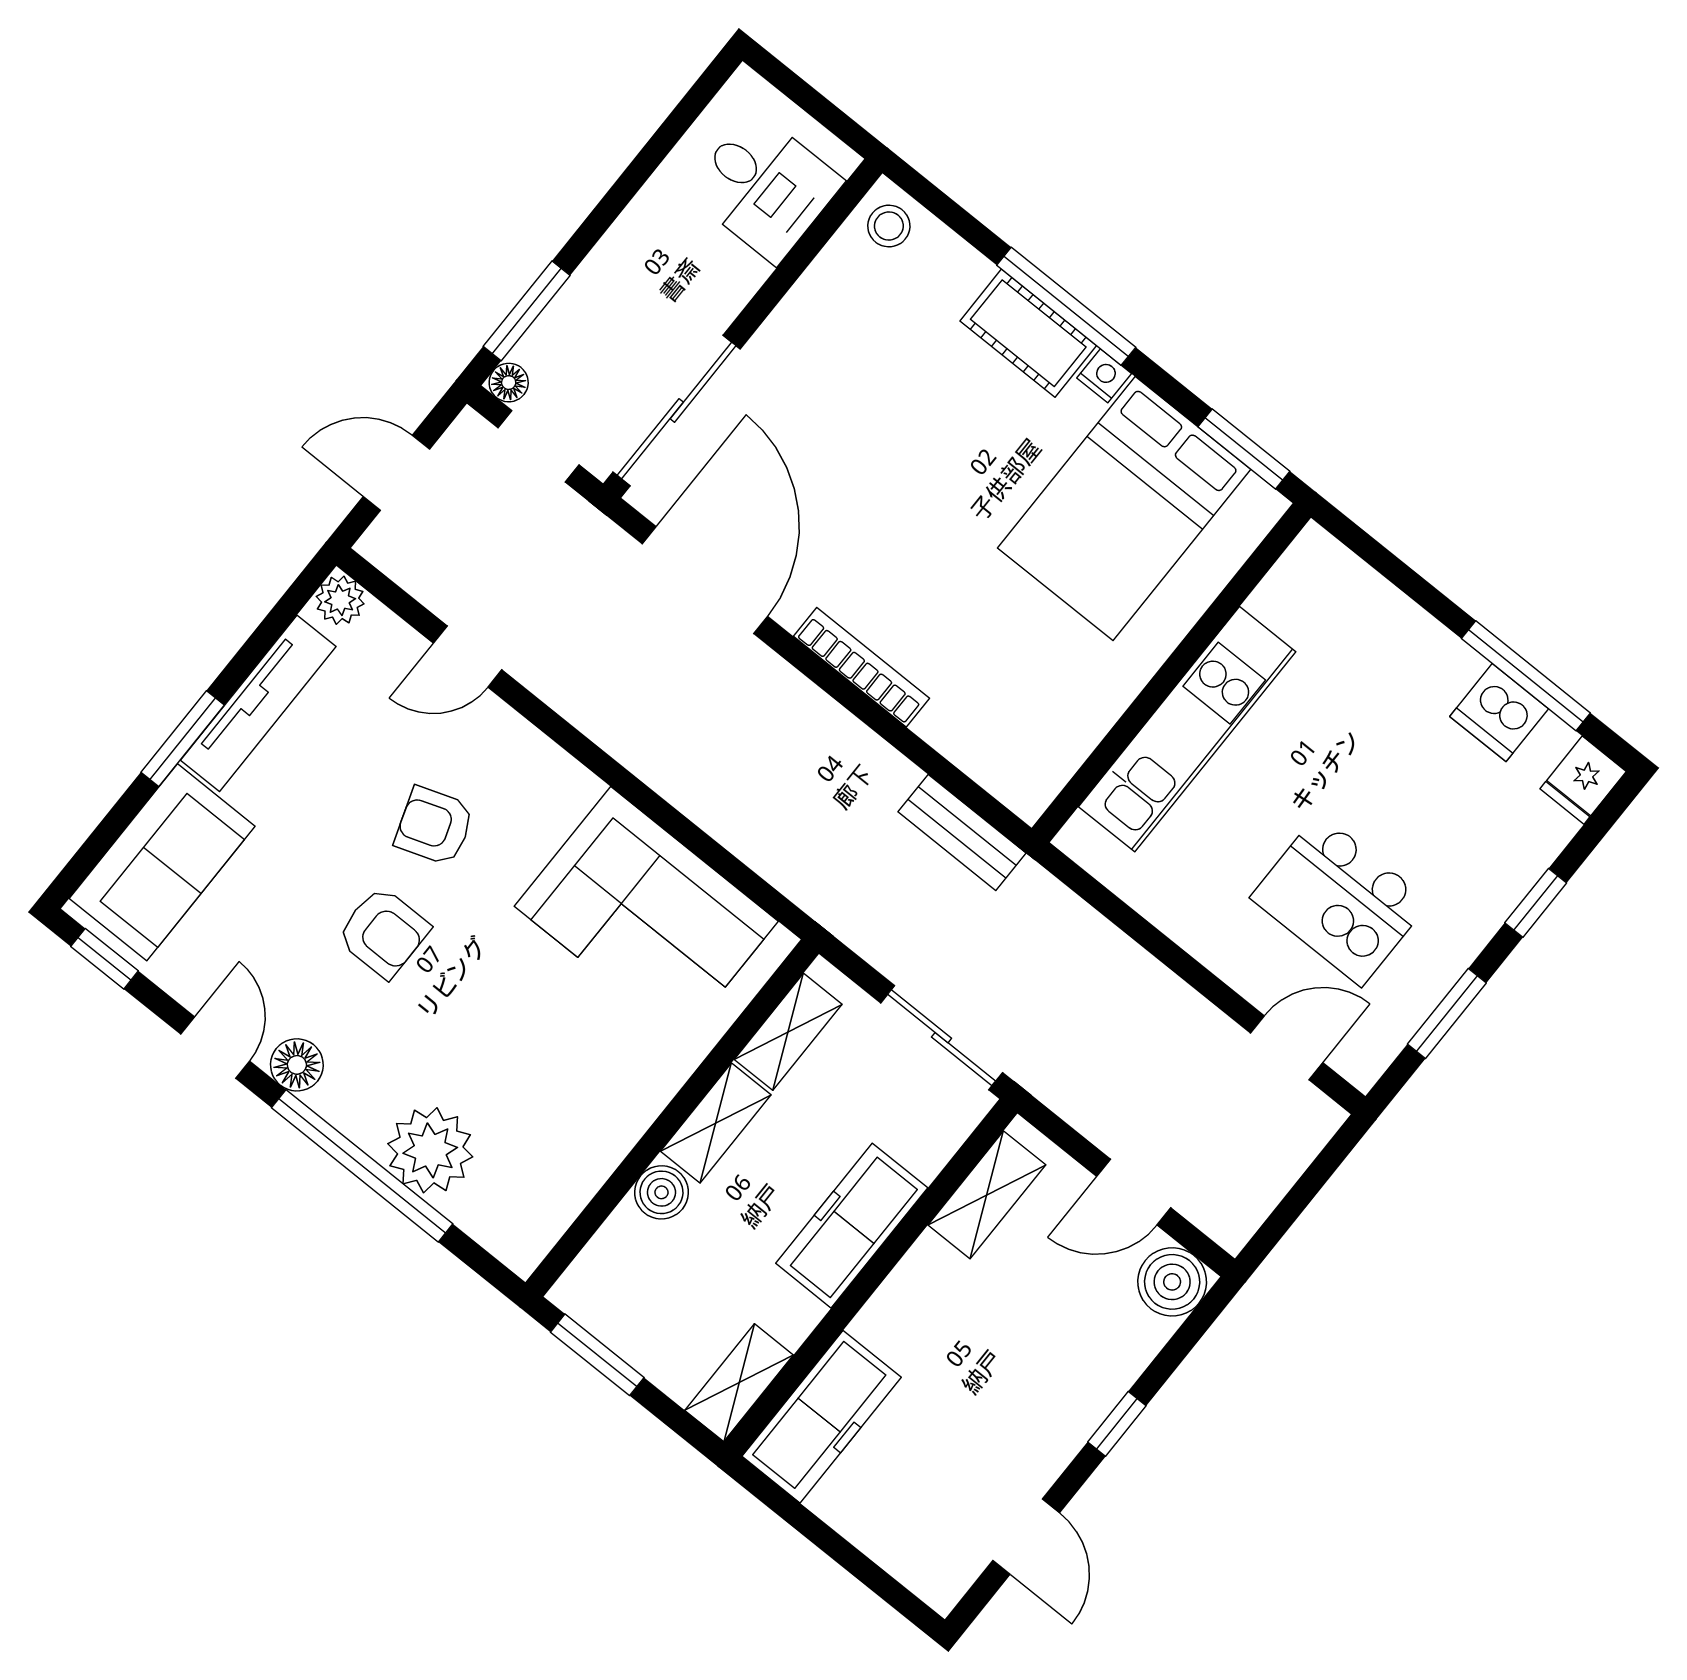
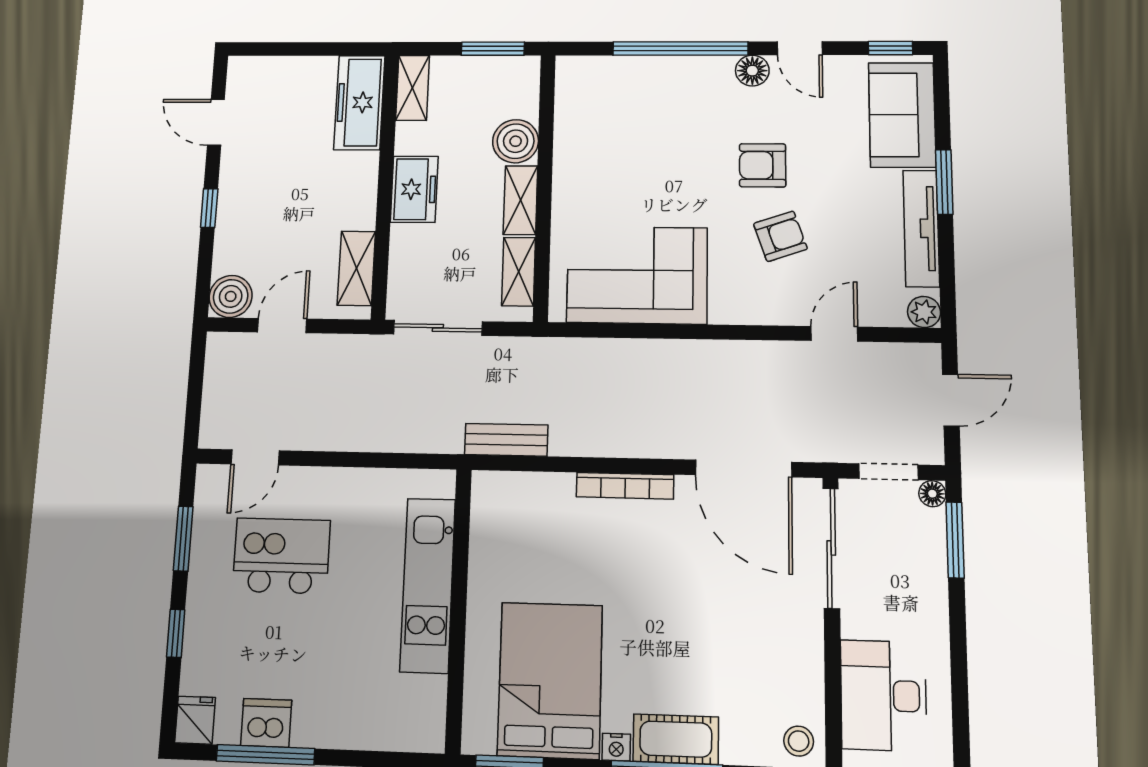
desk: (765, 187) -> (884, 695), width x1.37
plant: (430, 1150) -> (653, 81), removed
boiler: (662, 1192) -> (516, 141), width x1.36, depth x1.36
freezer: (852, 1226) -> (414, 189), width x0.71

